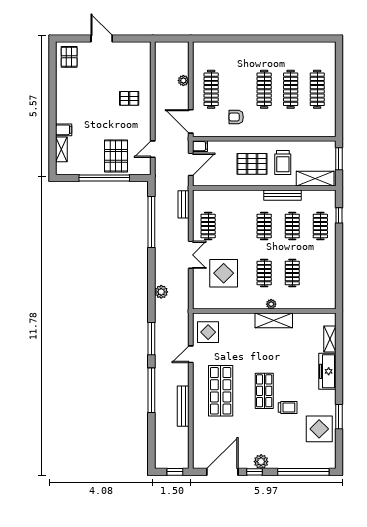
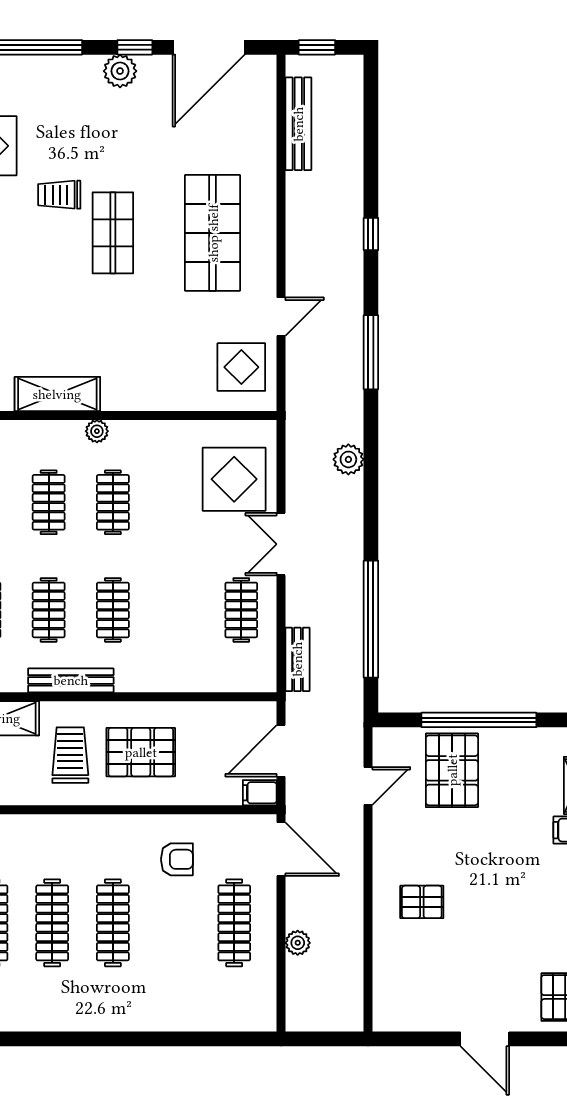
display table: (224, 273) -> (234, 479), moved
shelving: (274, 320) -> (57, 394), moved
window: (151, 390) -> (371, 234), width x0.32
bench: (183, 406) -> (298, 124), moved

